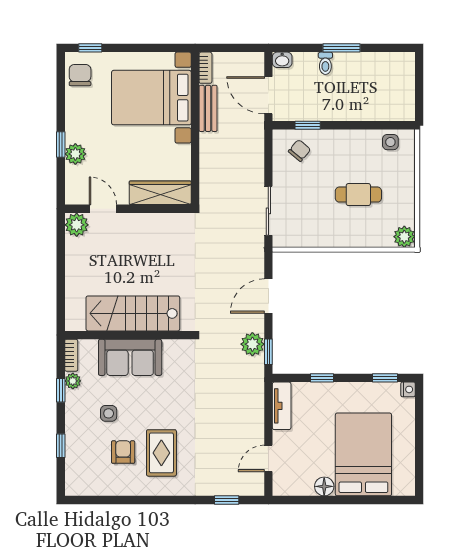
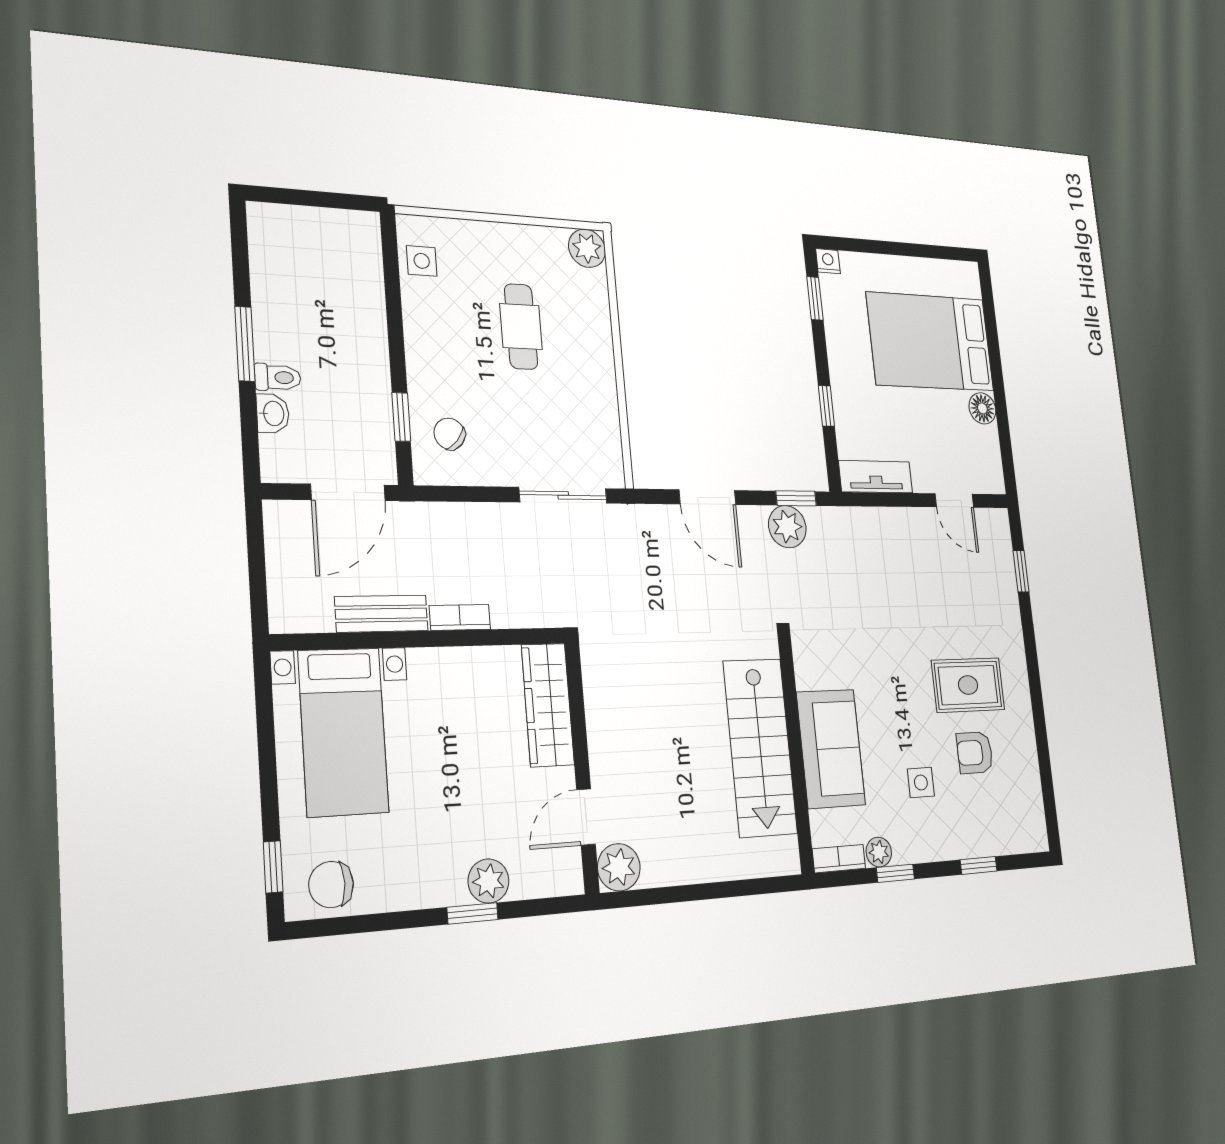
washbasin: (282, 60) -> (273, 413), moved
bookcase: (205, 68) -> (460, 617), moved
bed with nightstands: (151, 98) -> (343, 732), width x0.73

